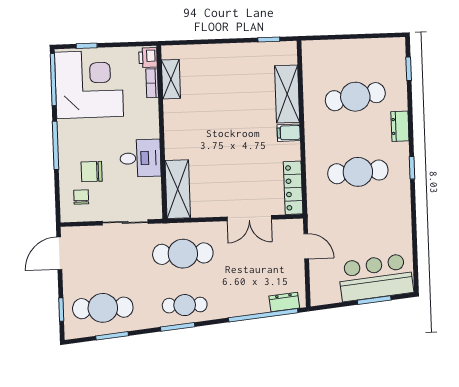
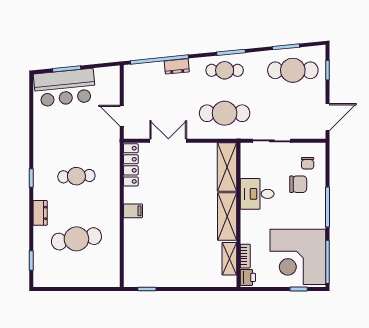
shelving: (287, 94) -> (227, 216), moved
cafe table: (358, 172) -> (76, 176), width x0.73, depth x0.74
dresser: (284, 302) -> (177, 66), moved

